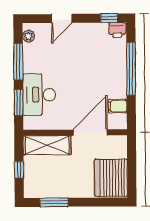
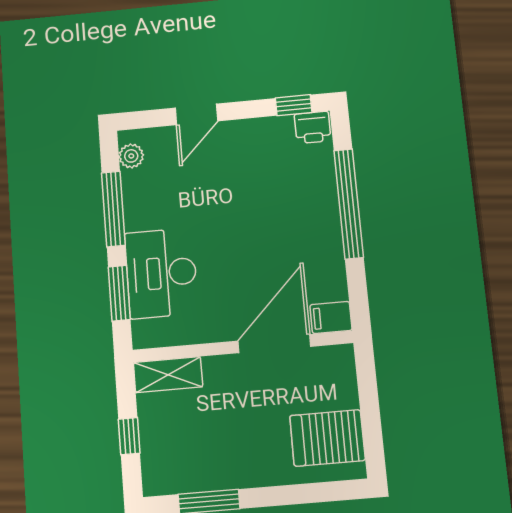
filing cabinet: (118, 106) -> (331, 317), moved
shelving: (47, 145) -> (168, 375), width x0.67, depth x0.75
server rack: (111, 178) -> (327, 438), width x0.63

